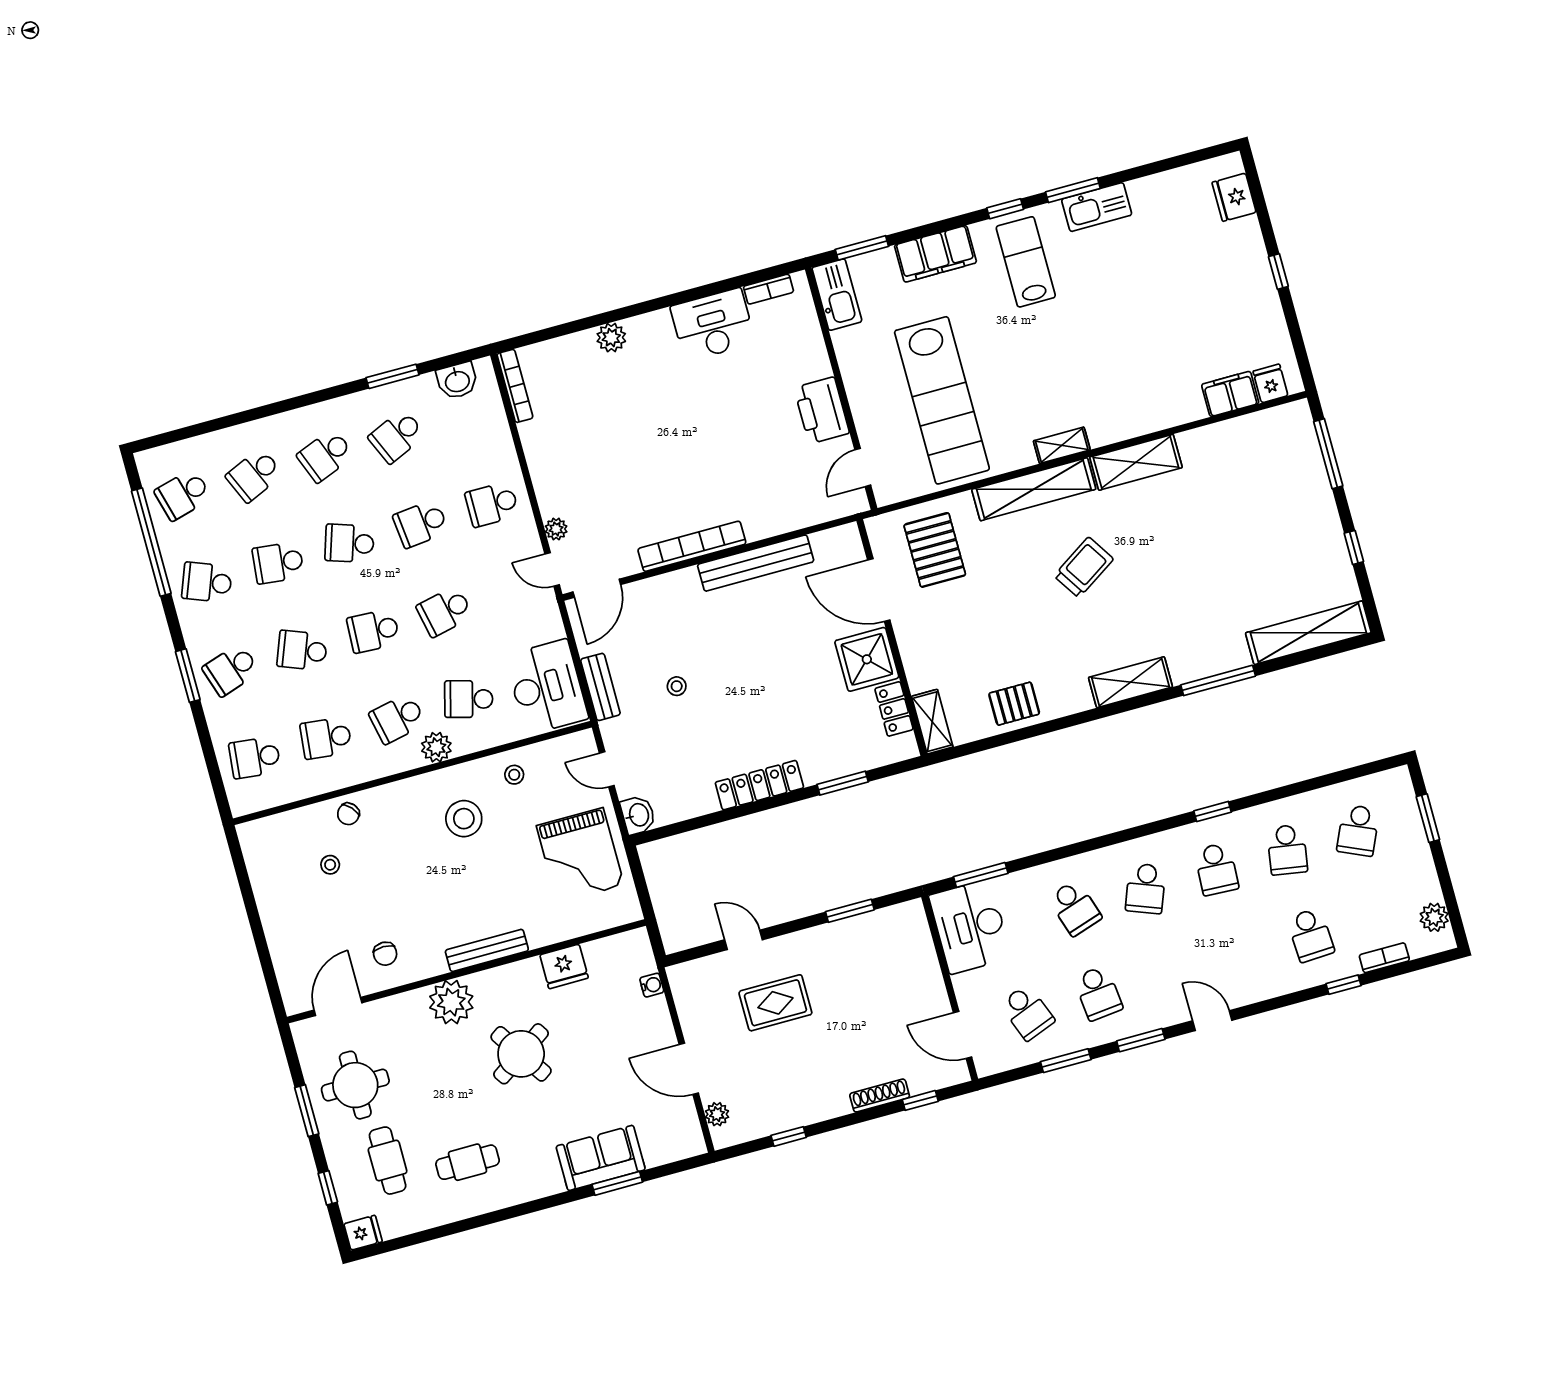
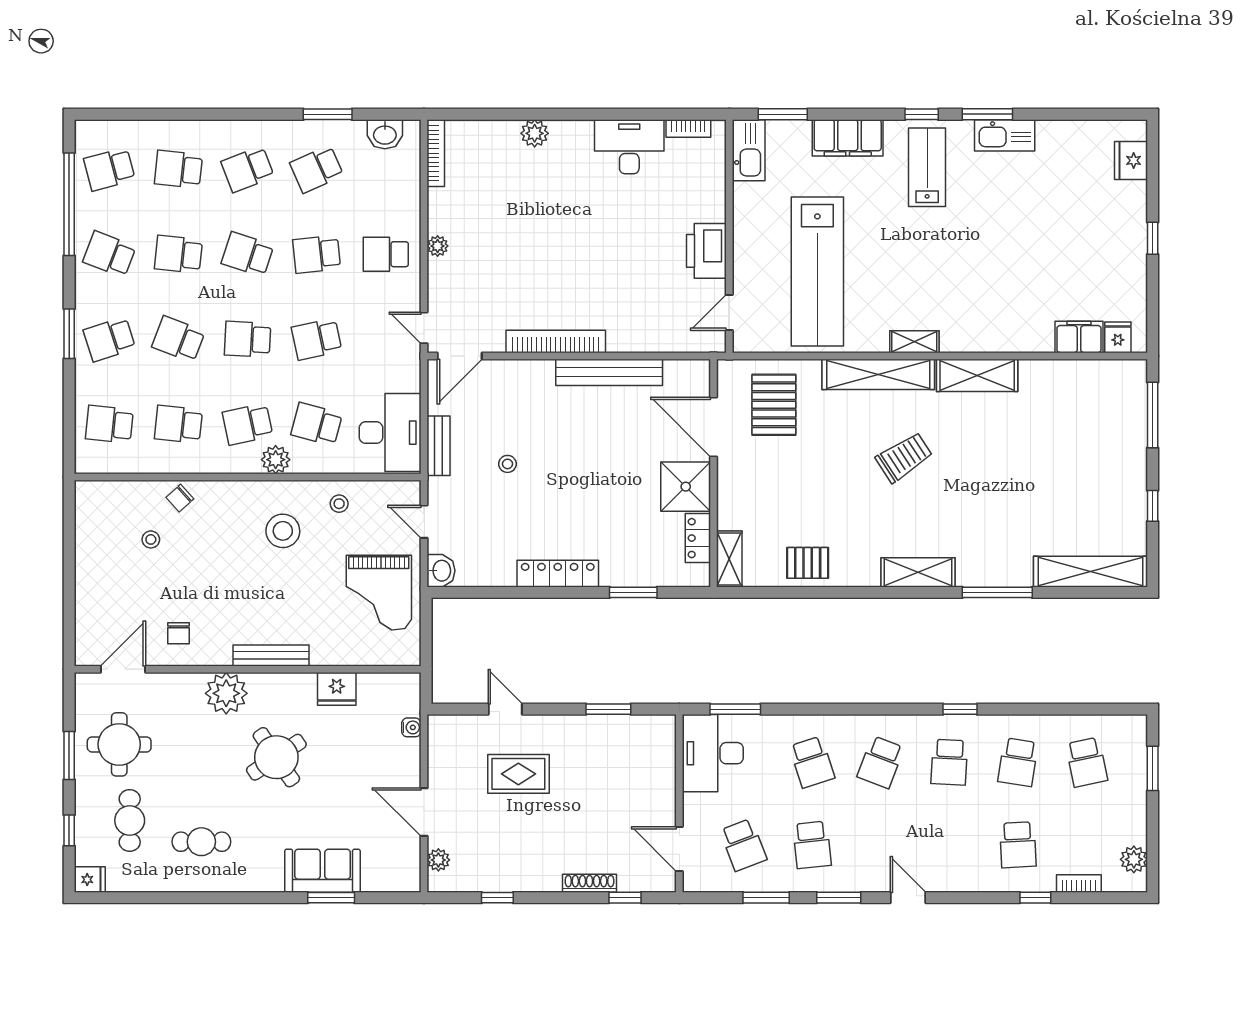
school desk: (254, 475) -> (178, 169), turned 30
plant: (556, 529) -> (438, 246), moved
school desk: (1358, 830) -> (1087, 762), turned -36

